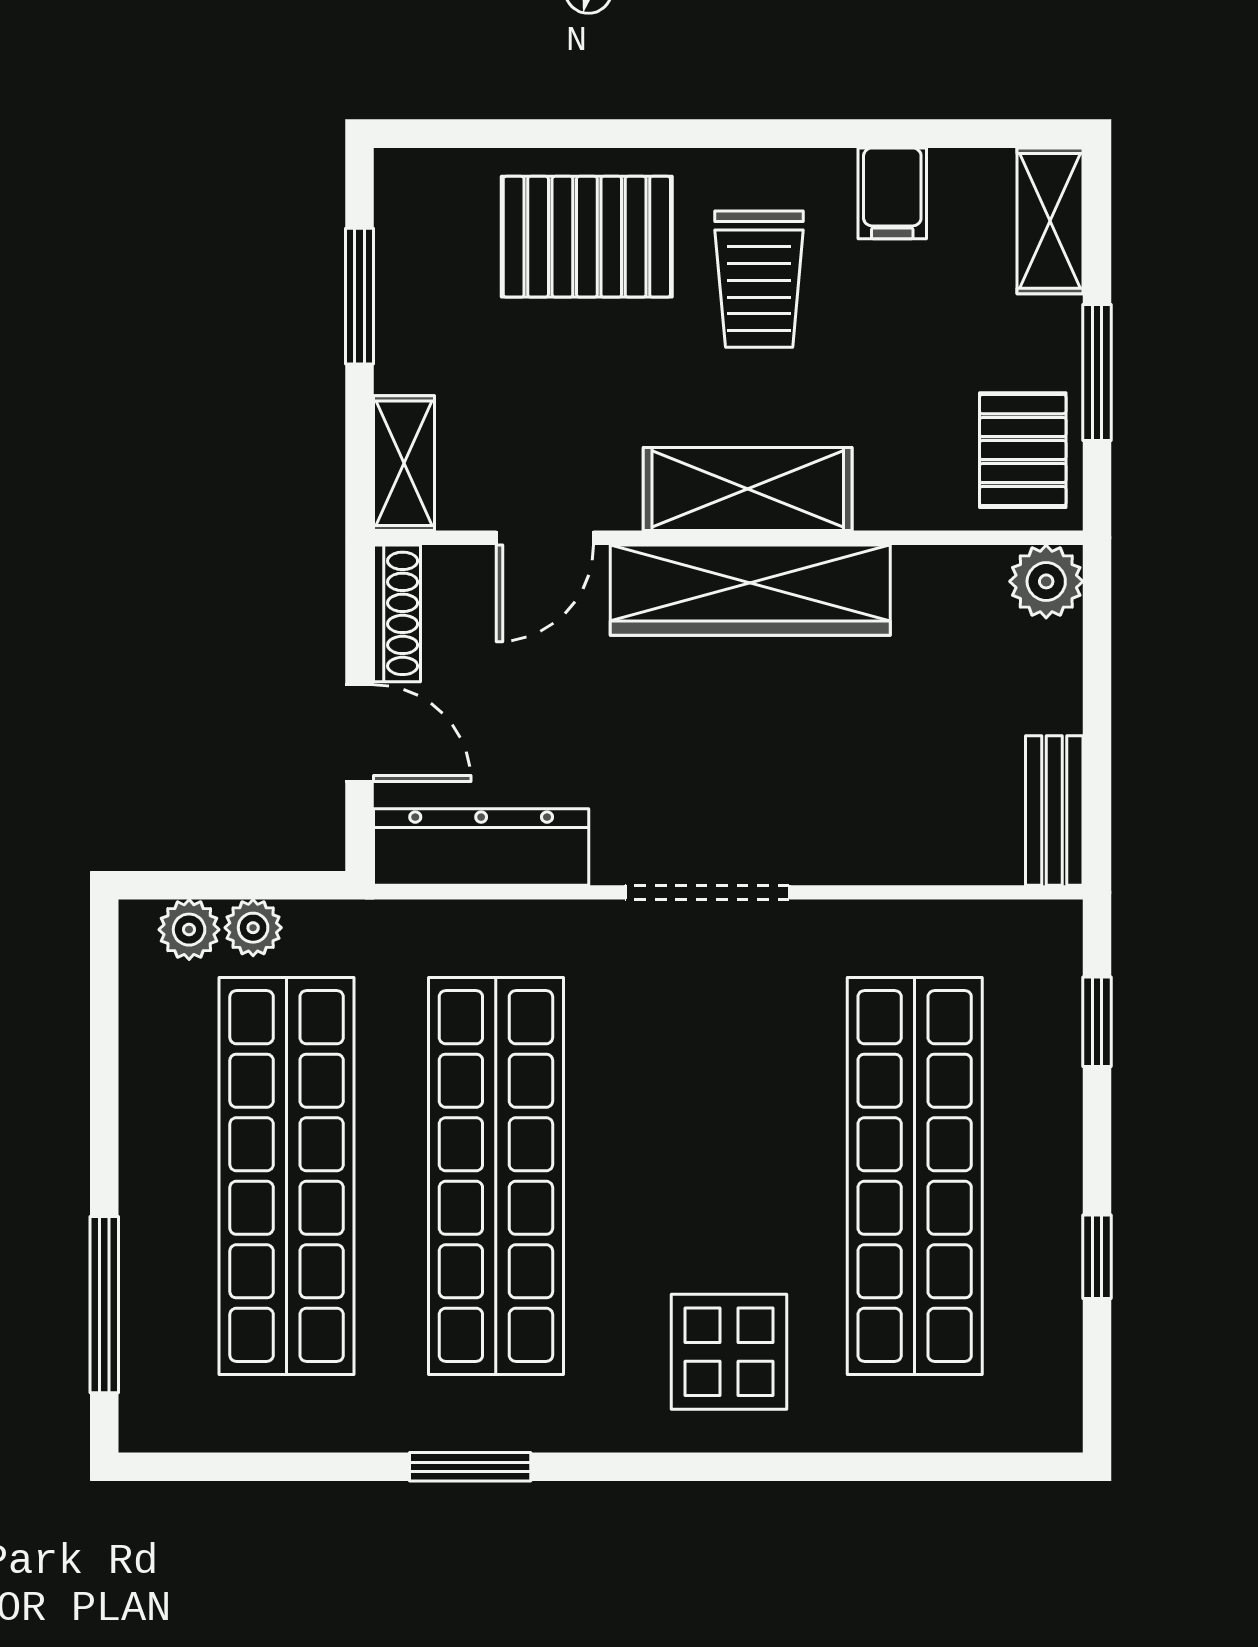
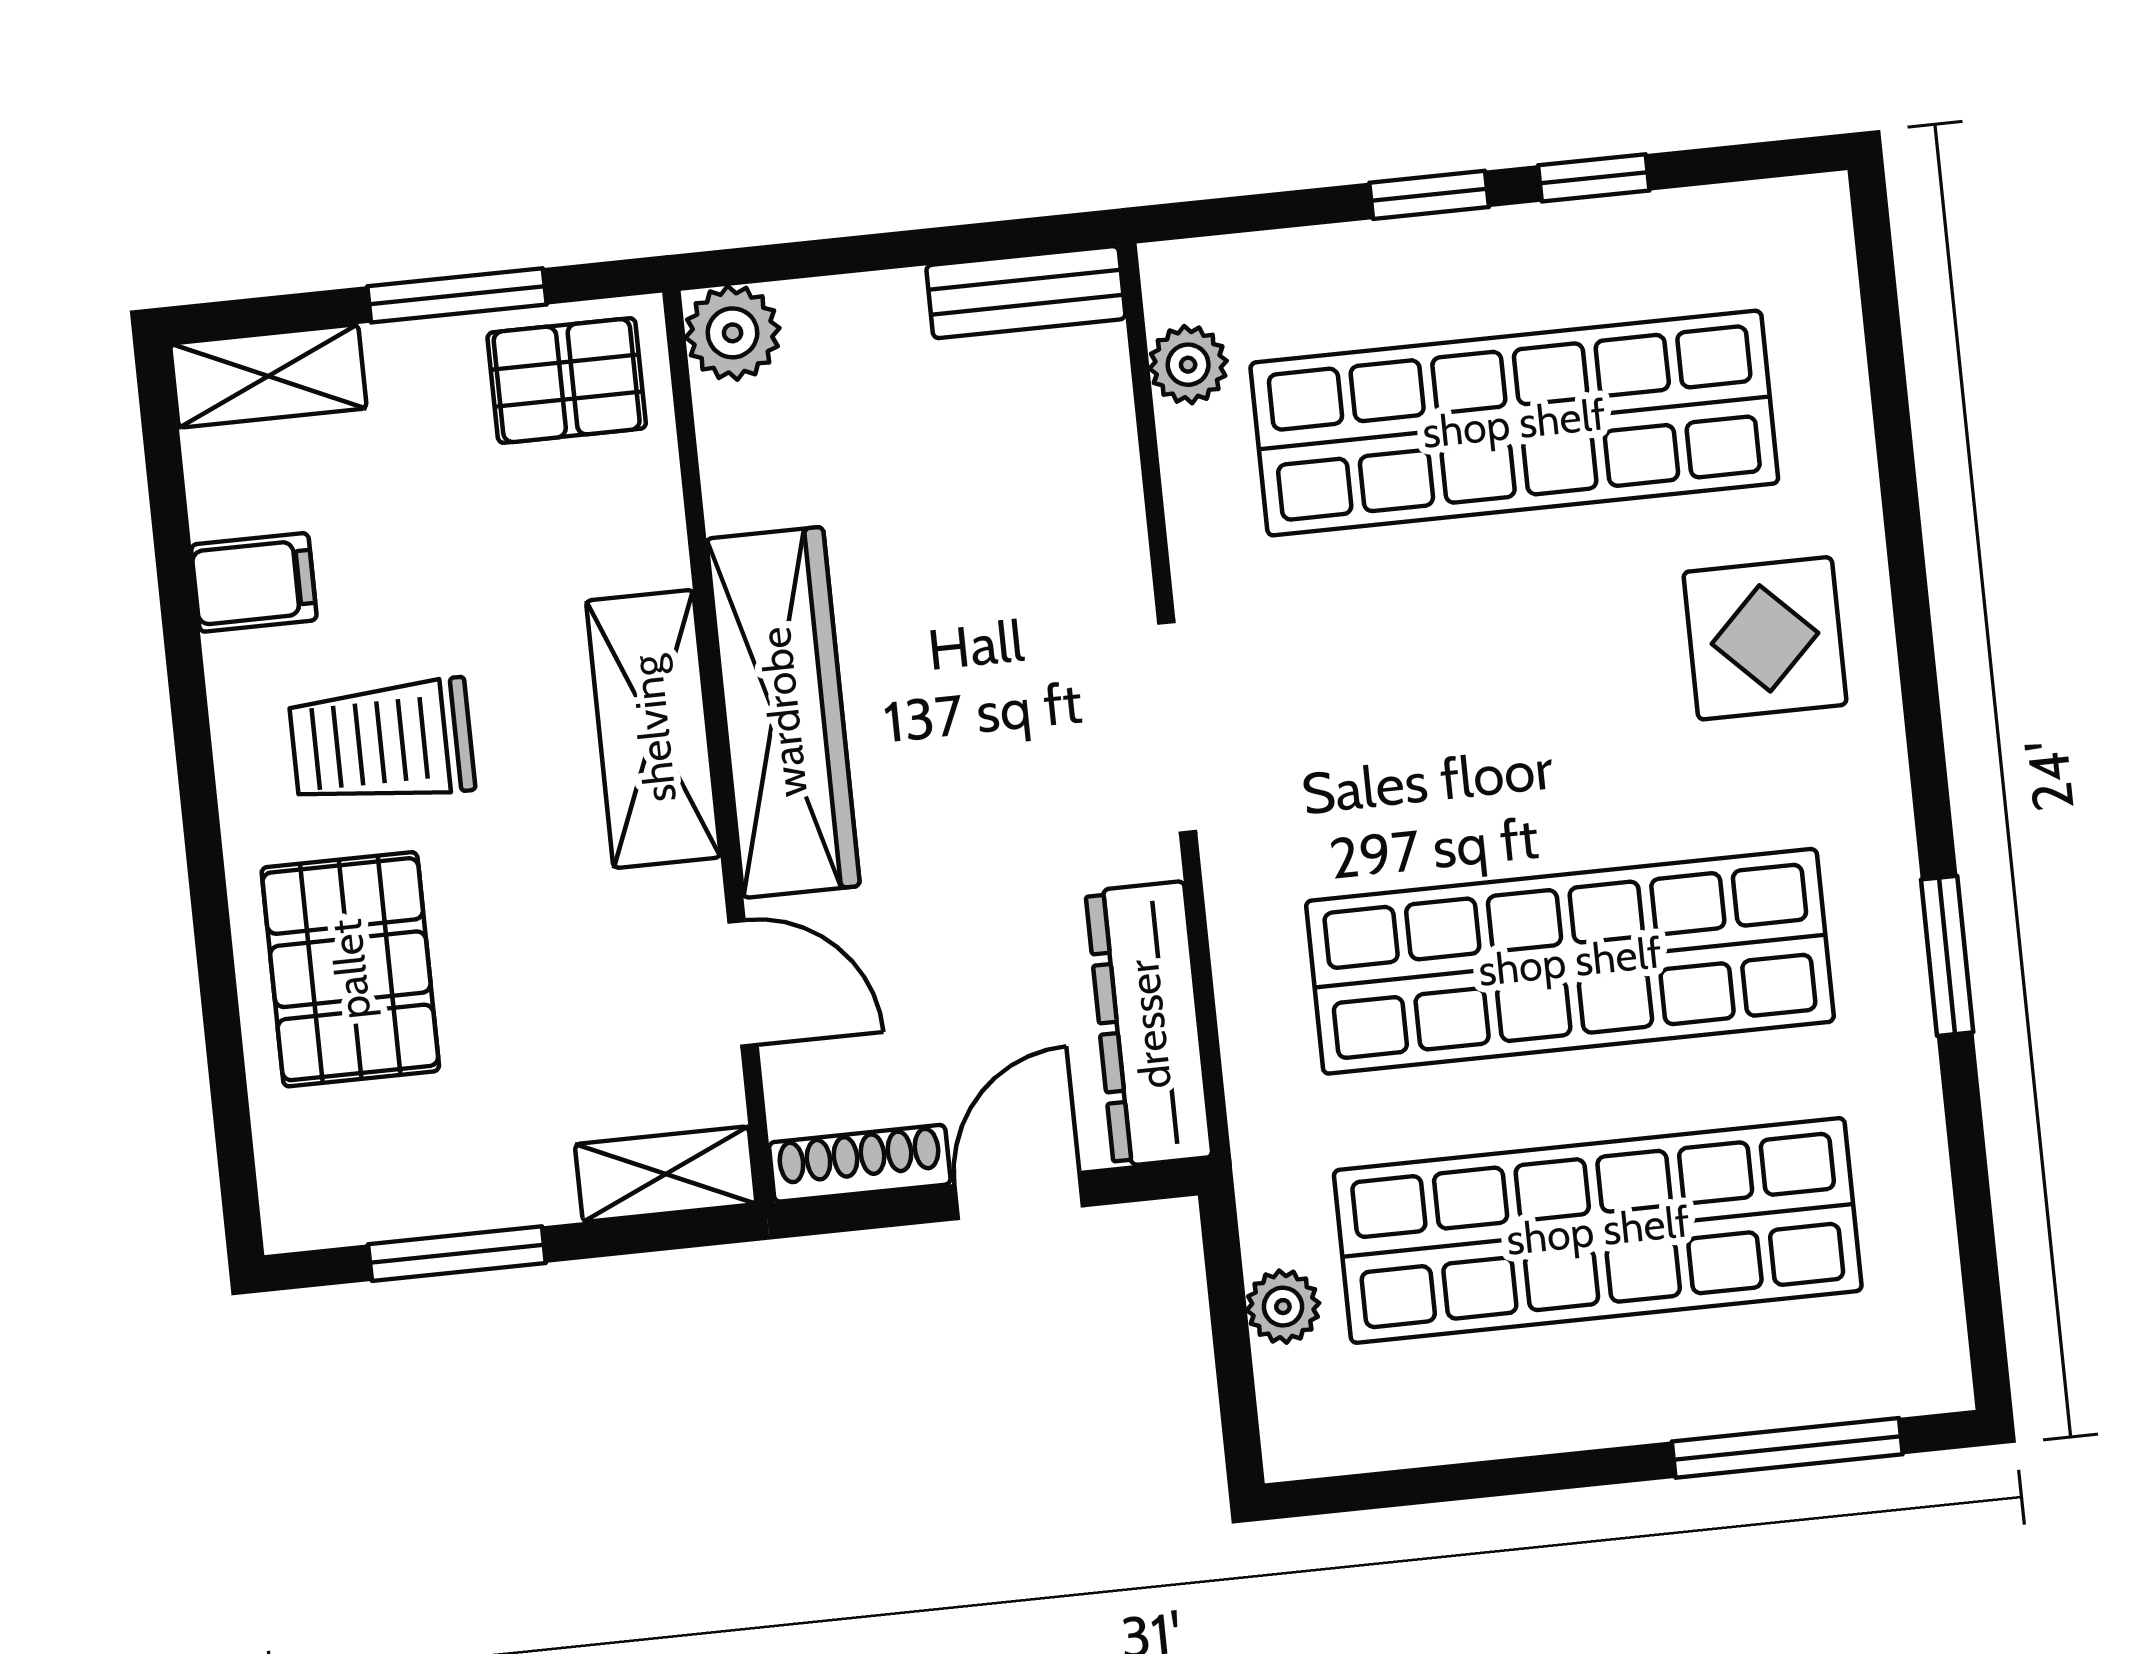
trolley: (759, 279) -> (382, 742), turned 180
plant: (189, 930) -> (1188, 365), moved
window: (1097, 1022) -> (1429, 195), moved

